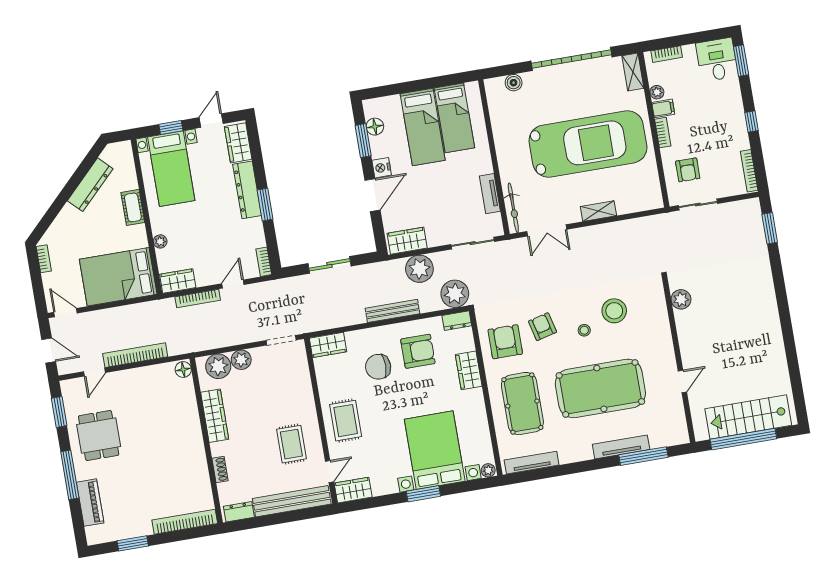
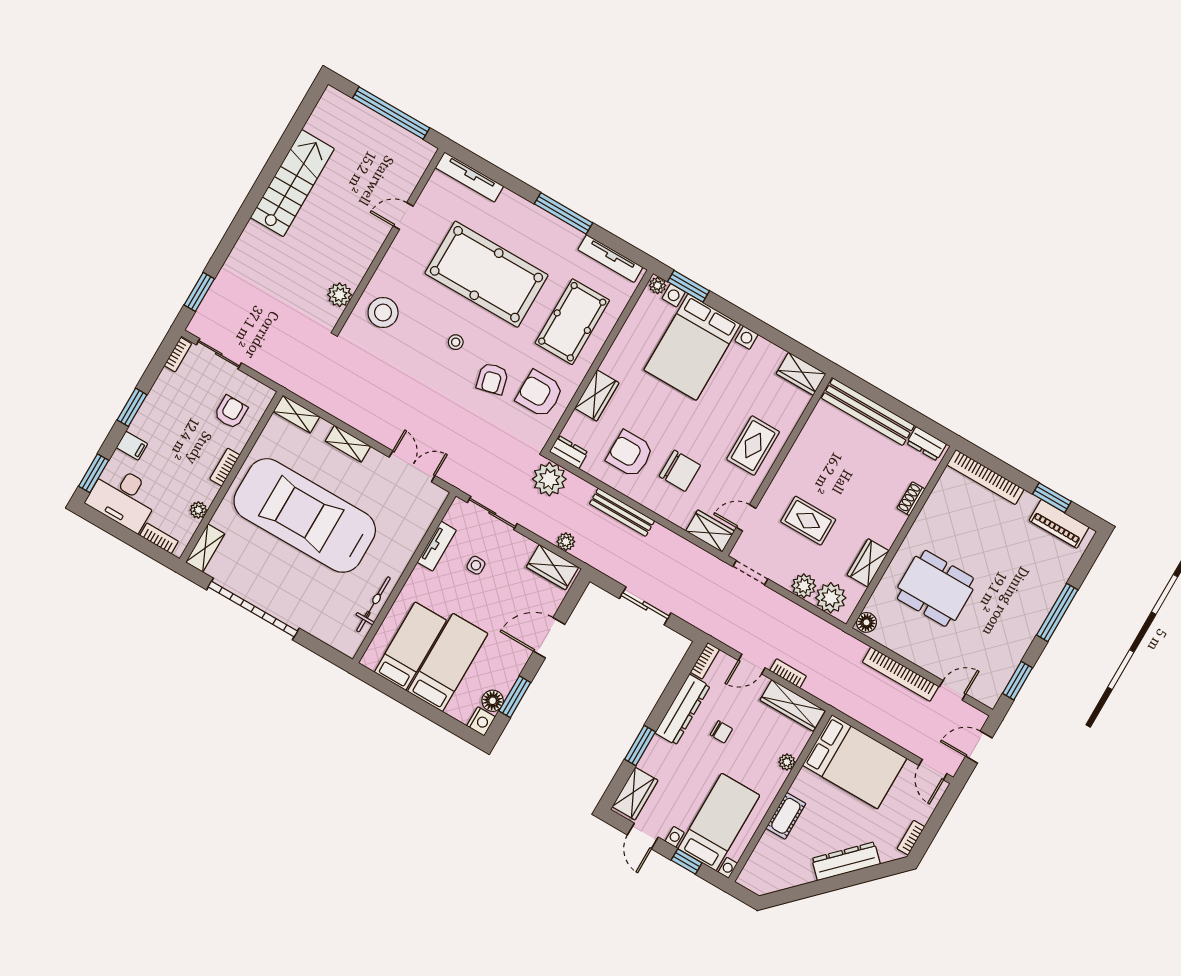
desk: (717, 60) -> (123, 498), width x1.37
boiler: (514, 83) -> (327, 633), removed
filing cabinet: (663, 108) -> (132, 446), moved, turned 180
door: (211, 121) -> (643, 836), hinge flipped
window: (751, 122) -> (132, 407), width x1.50
nightstand: (382, 168) -> (481, 721), moved
bookcase: (749, 171) -> (178, 355), width x0.64
dresser: (90, 185) -> (846, 861), moved
dresser: (247, 190) -> (683, 710), moved
side table: (456, 202) -> (476, 565), added
shelving: (646, 203) -> (297, 414), added
window: (265, 205) -> (640, 745), moved
sliding door: (698, 205) -> (219, 354), moved
bicycle: (513, 208) -> (373, 604), moved
chair: (217, 226) -> (721, 732), added
plant: (419, 269) -> (566, 542), width x0.53, depth x0.53
wardrobe: (178, 281) -> (793, 705), width x1.50
bookcase: (198, 298) -> (788, 673), width x0.64
stool: (614, 311) -> (383, 313), moved
armchair: (505, 342) -> (540, 394), turned 90
door: (49, 350) -> (979, 747), hinge flipped
wardrobe: (215, 416) -> (868, 563), width x0.67
stairs: (748, 417) -> (292, 183), moved, turned -90
dining table: (99, 435) -> (935, 588), moved, width x1.38
rug: (291, 444) -> (808, 521), moved, turned 90
tv unit: (621, 447) -> (469, 177), moved
window: (643, 456) -> (563, 213), moved
door: (329, 472) -> (746, 518), moved
window: (423, 494) -> (689, 286), moved
piano: (90, 503) -> (1059, 524), moved, turned -90

